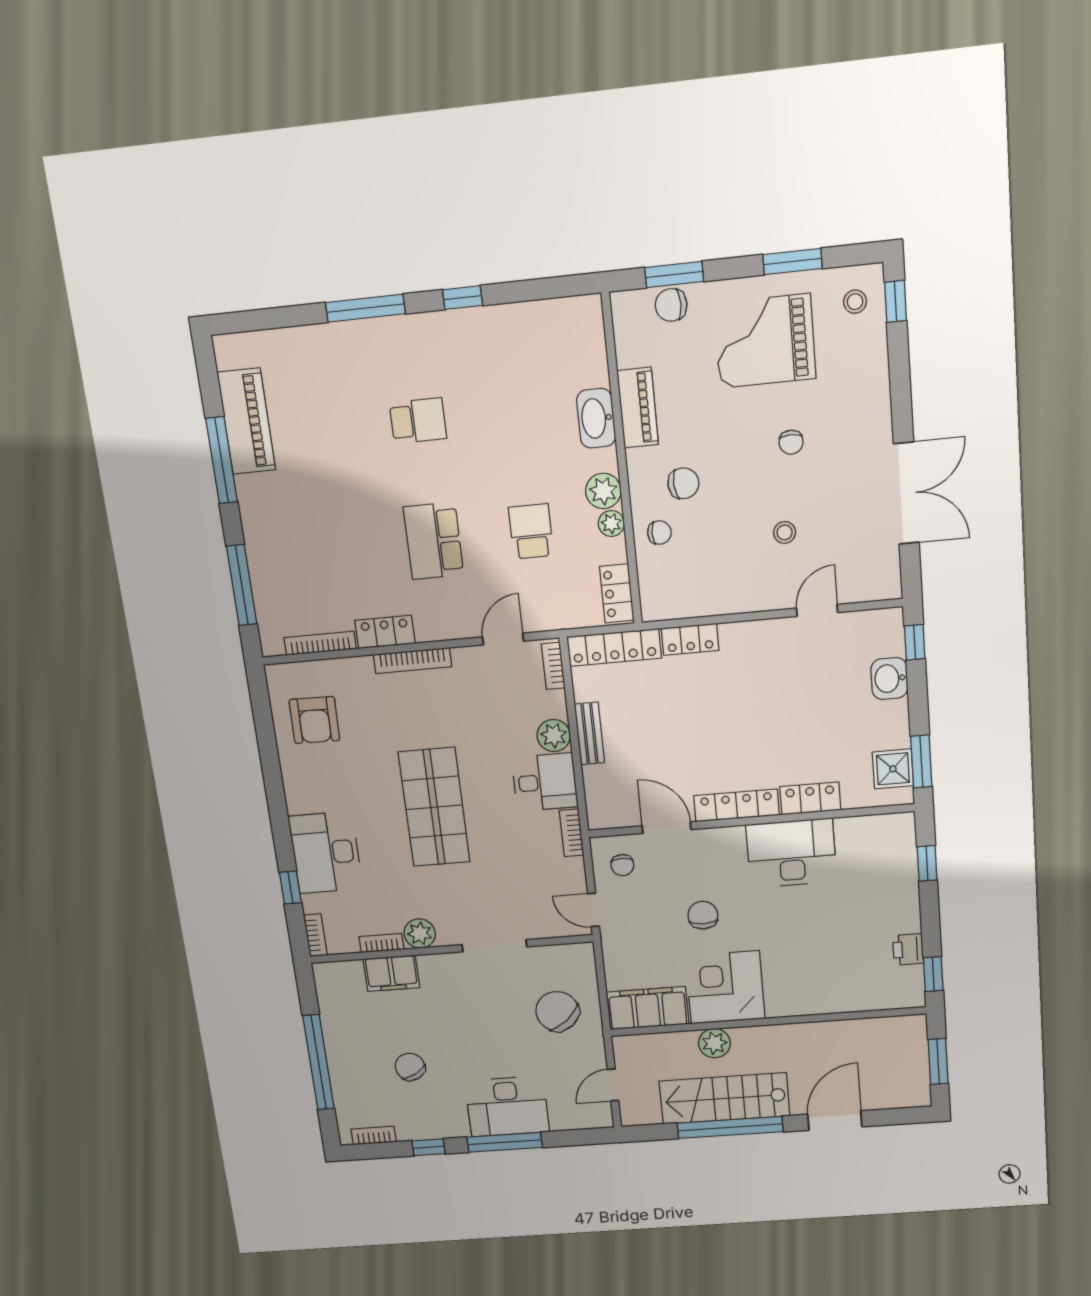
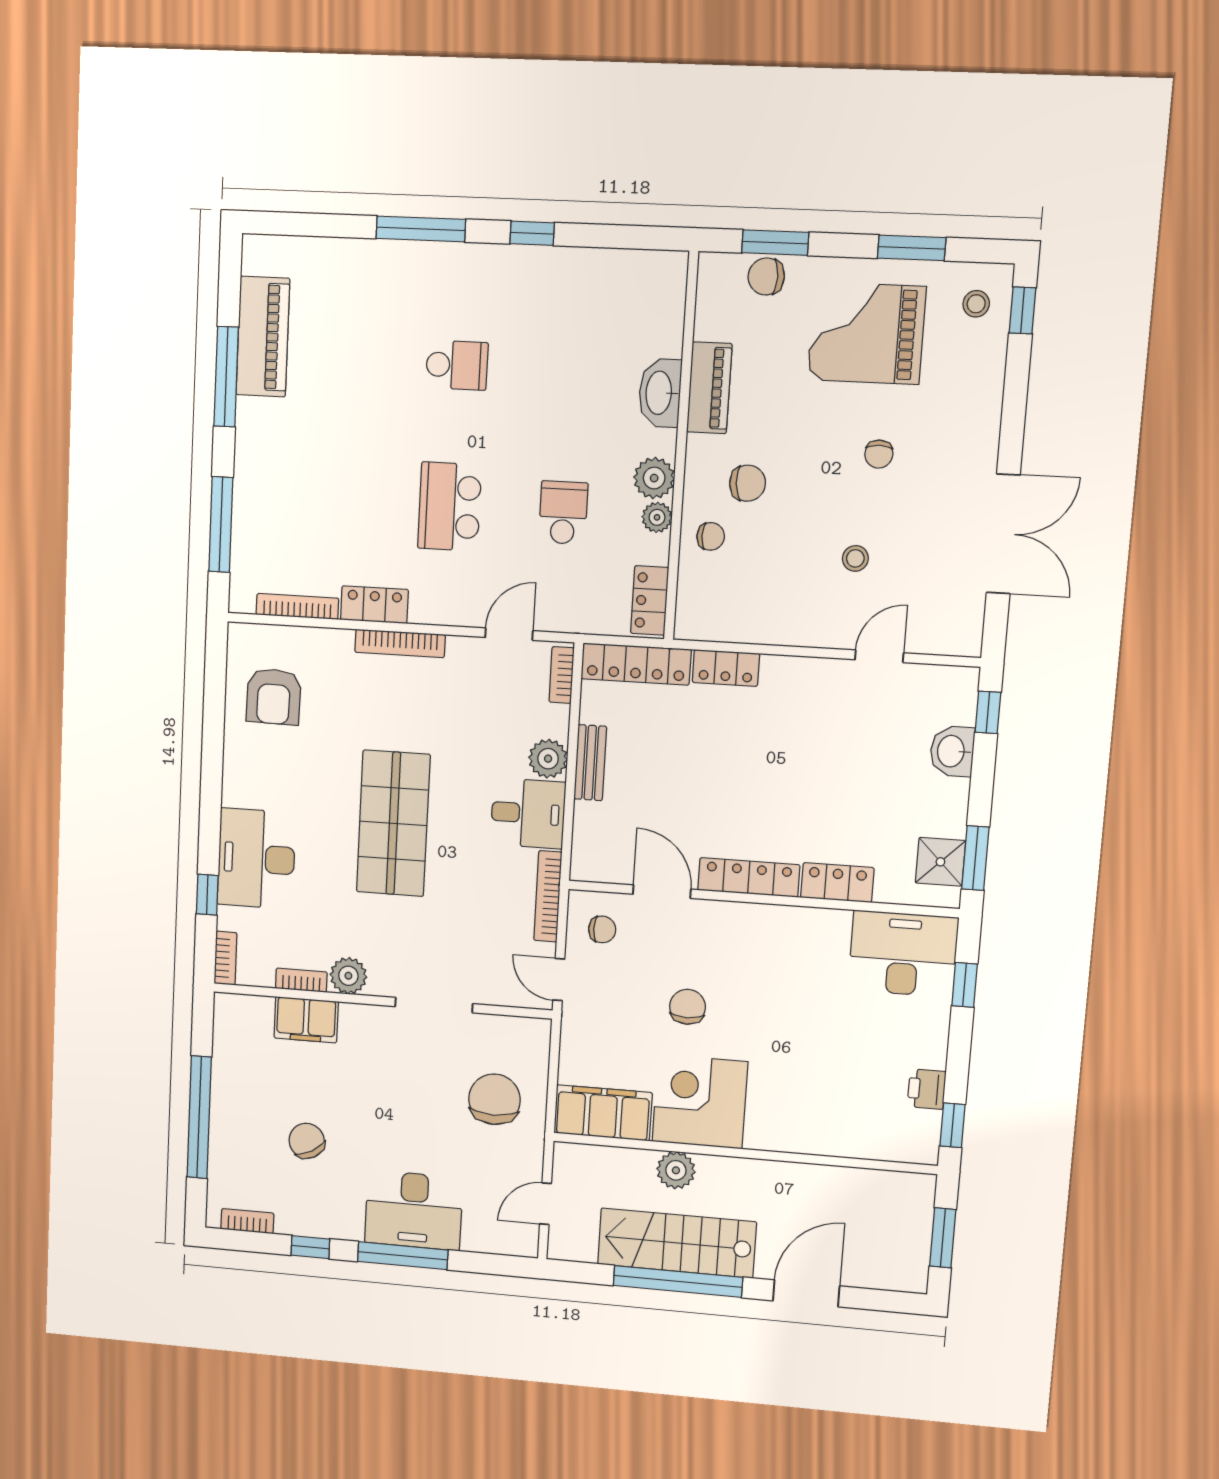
bookcase: (571, 833) -> (548, 896), width x1.56
desk: (791, 853) -> (903, 954), moved
chair: (622, 865) -> (602, 929), turned -90
chair: (557, 1011) -> (495, 1099), turned 41

